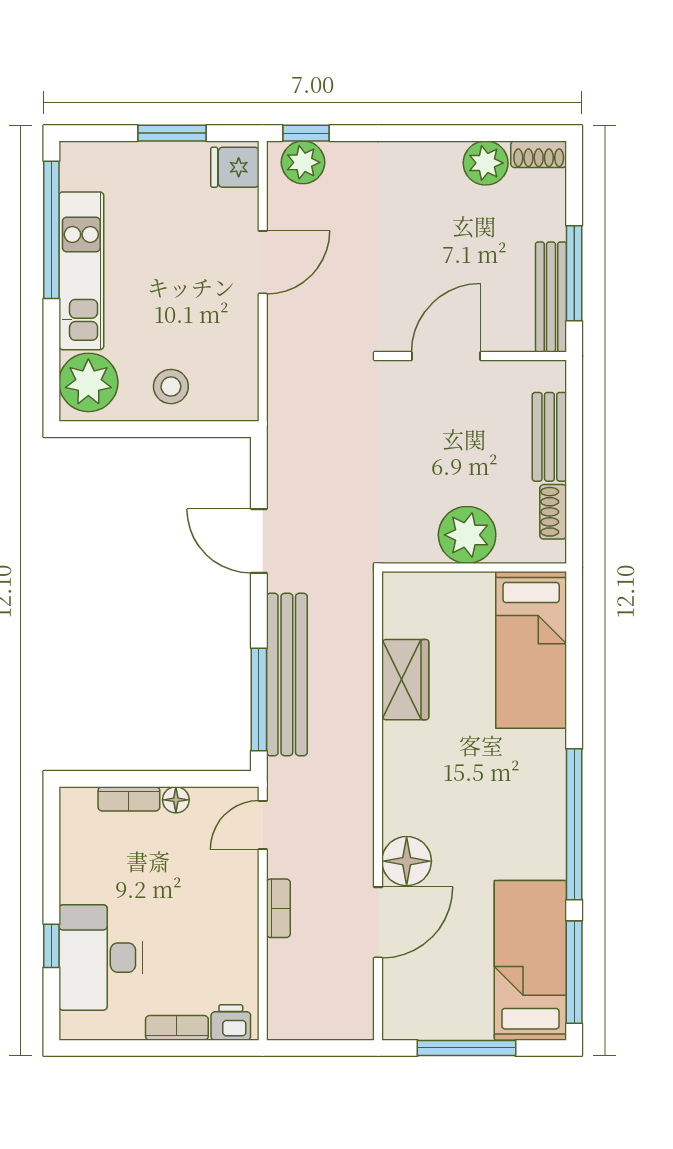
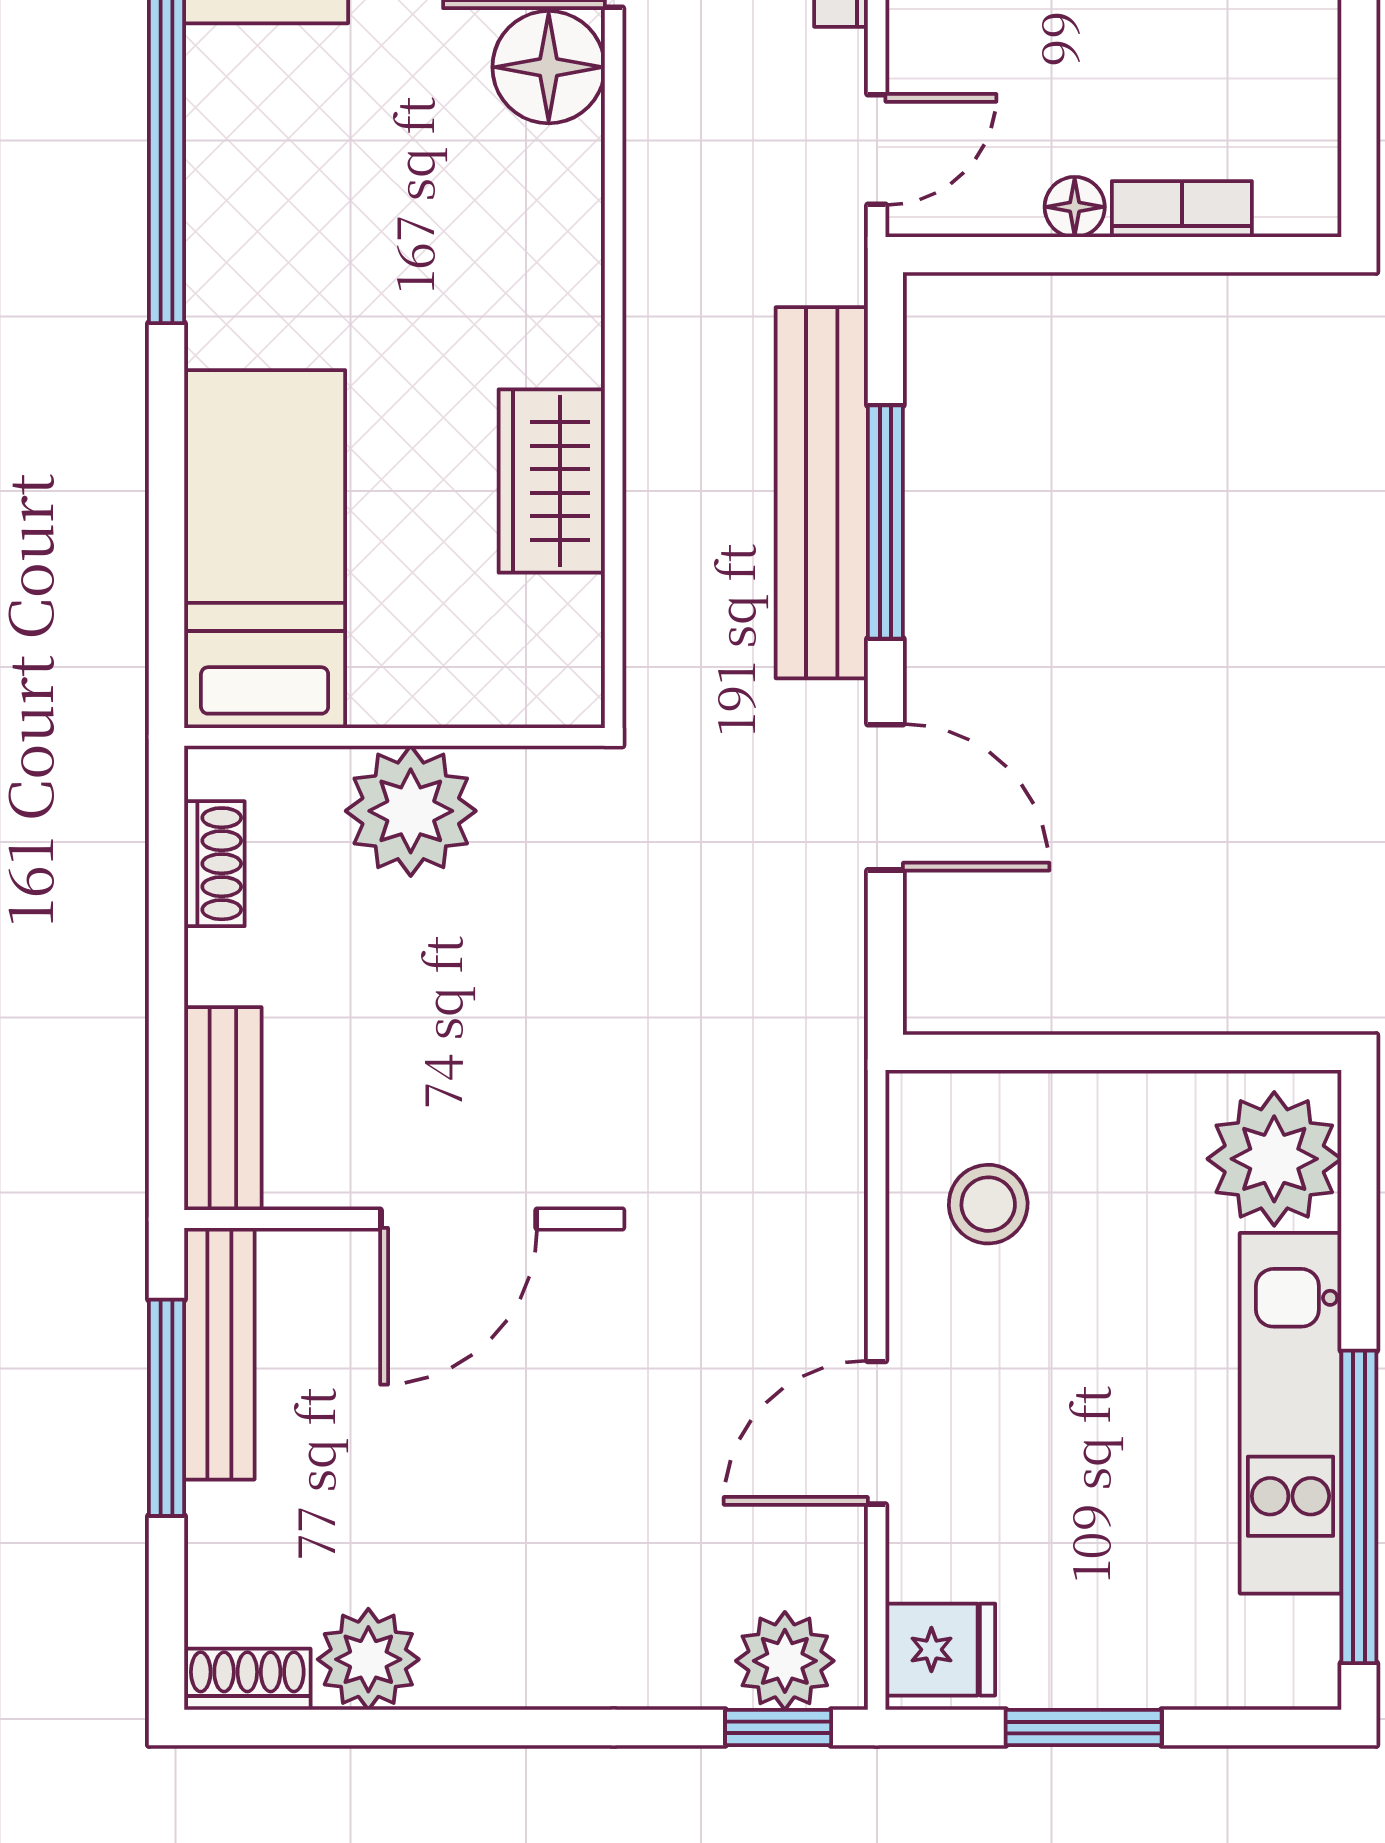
stool: (171, 387) -> (988, 1204), moved
bench: (549, 437) -> (223, 1109), moved
window: (259, 699) -> (885, 522), moved

